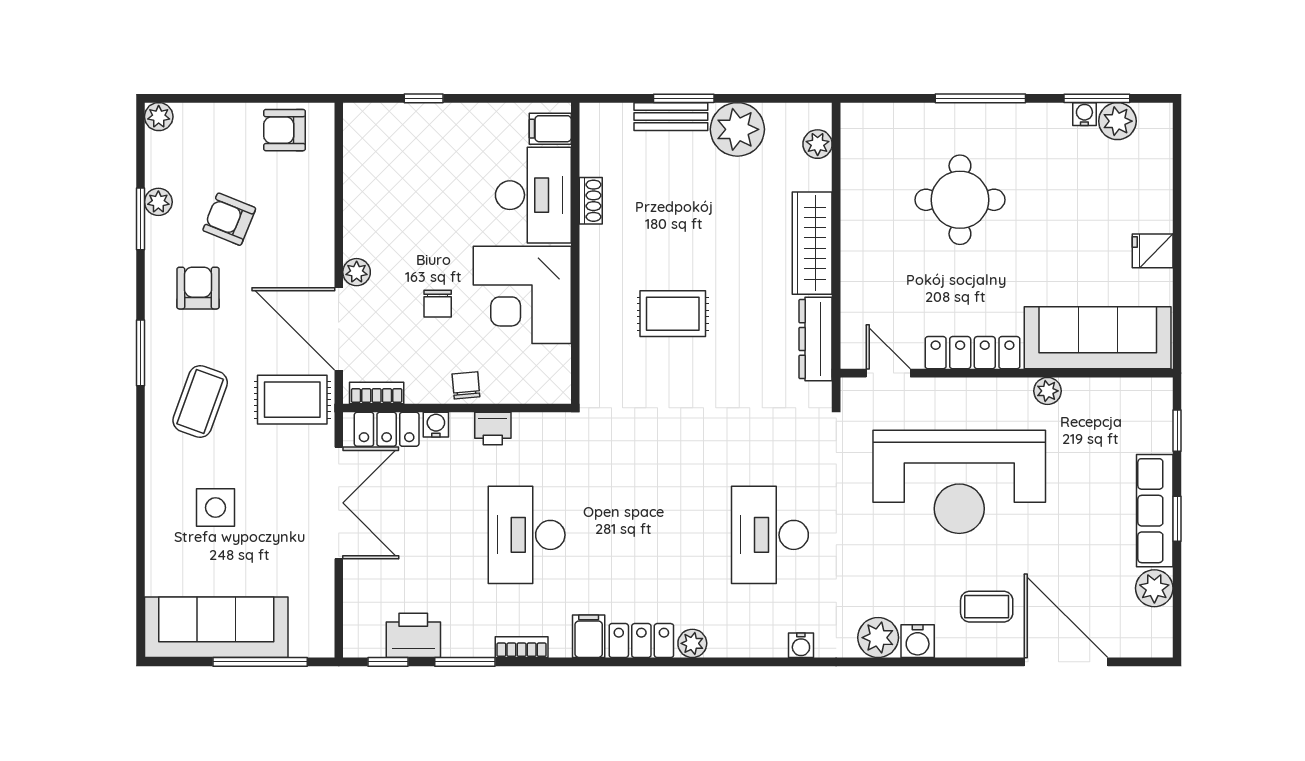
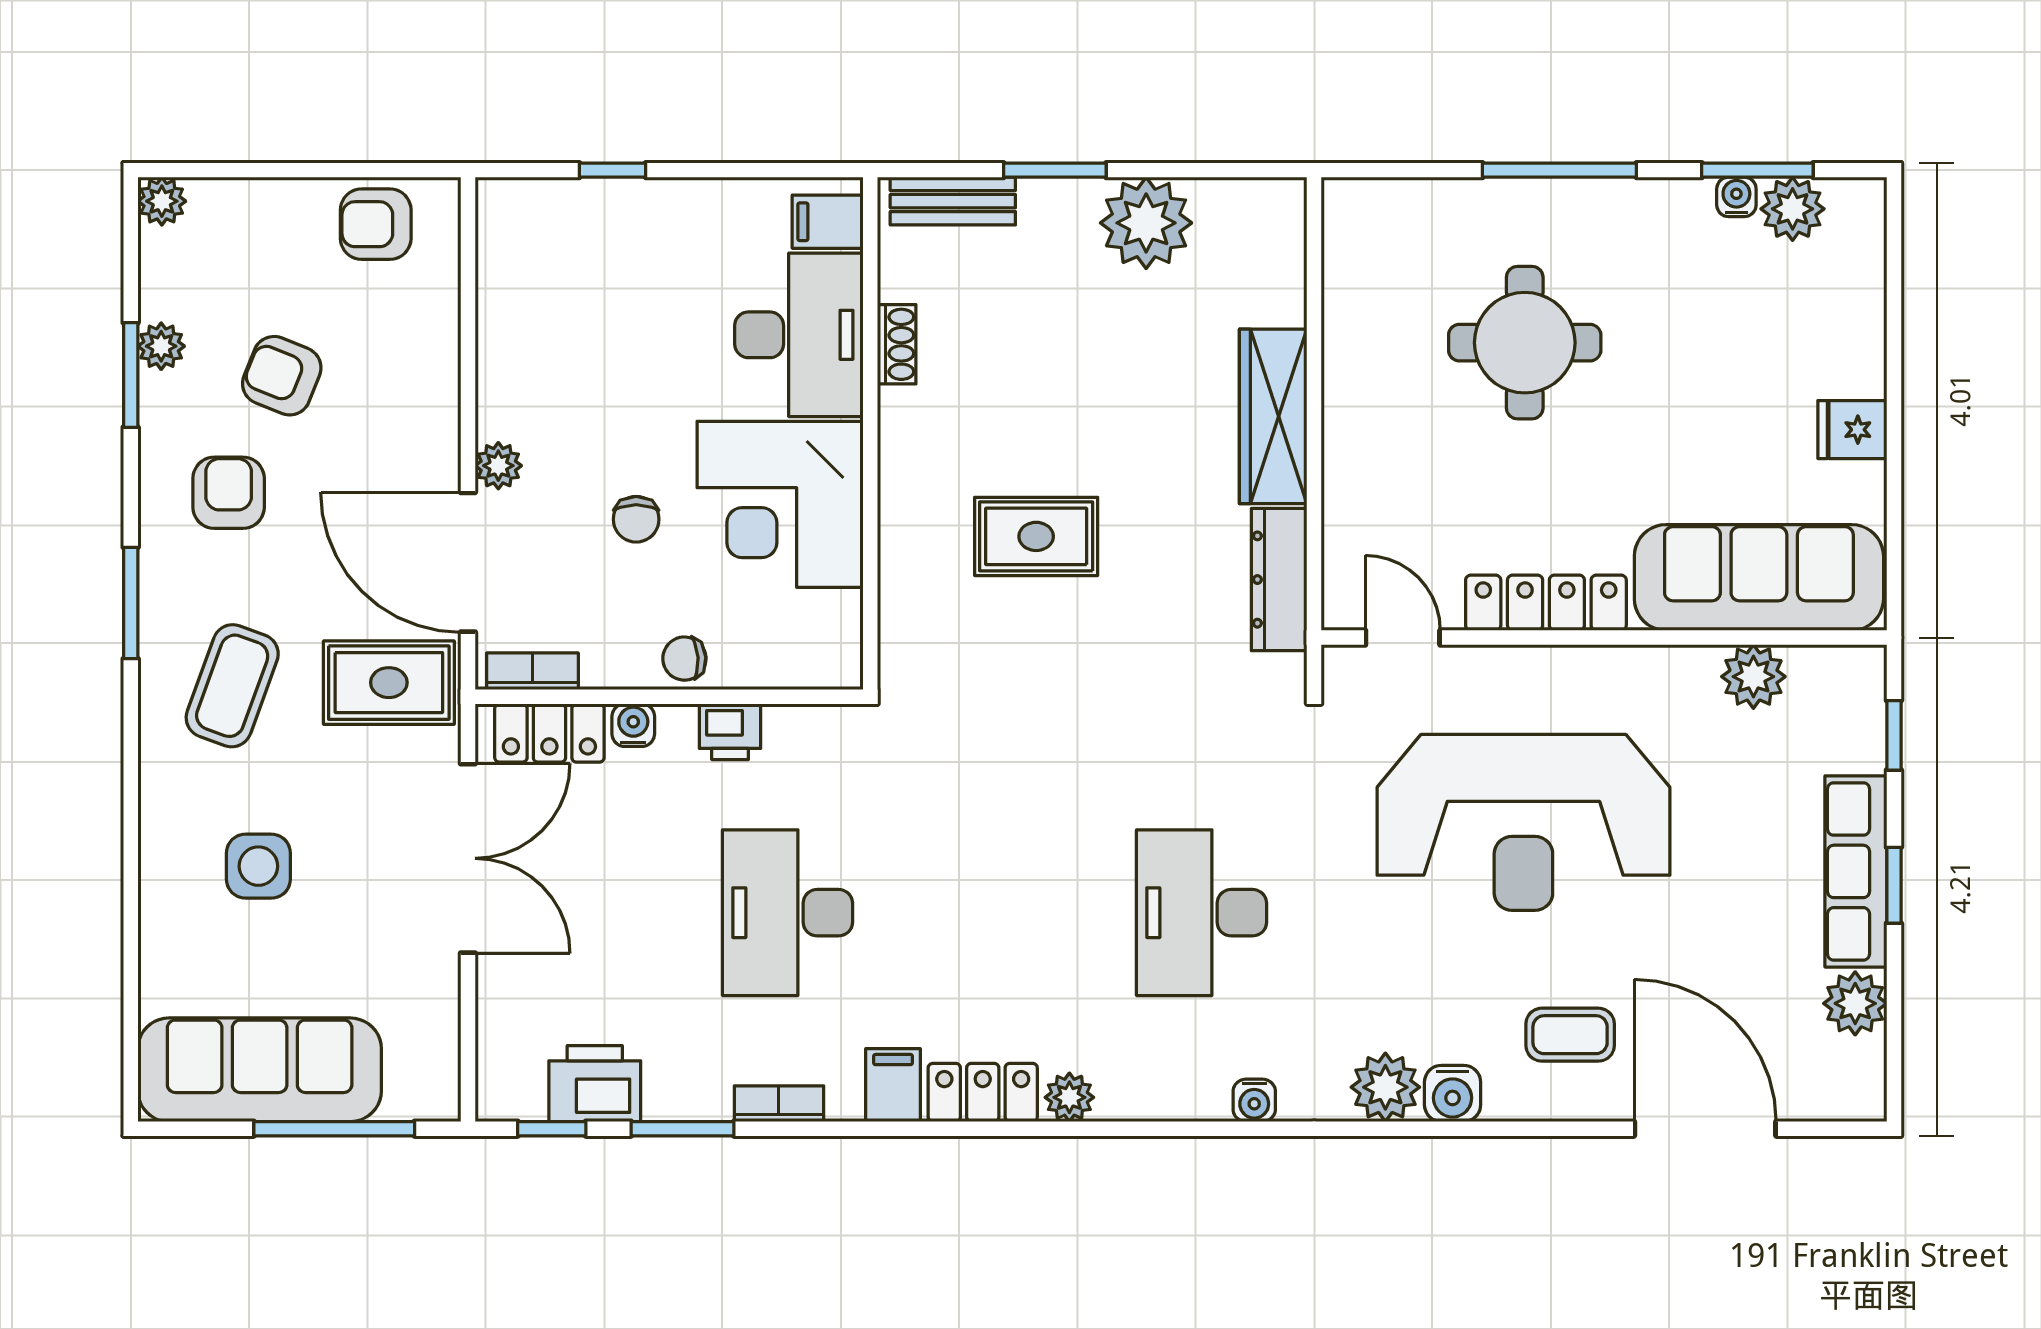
bench: (671, 117) -> (953, 201), moved
plant: (818, 144) -> (1282, 248), removed
chair: (466, 385) -> (684, 659), turned -89
plant: (1048, 391) -> (1753, 677), moved, width x1.38, depth x1.38

